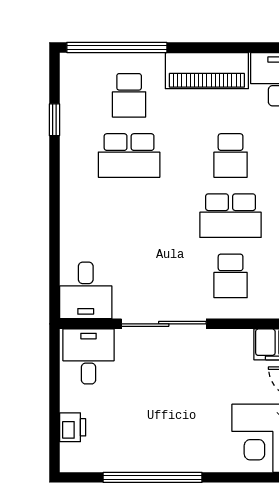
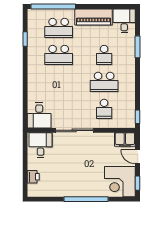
school desk: (129, 95) -> (59, 28), width x1.85
window: (153, 477) -> (86, 199), moved

